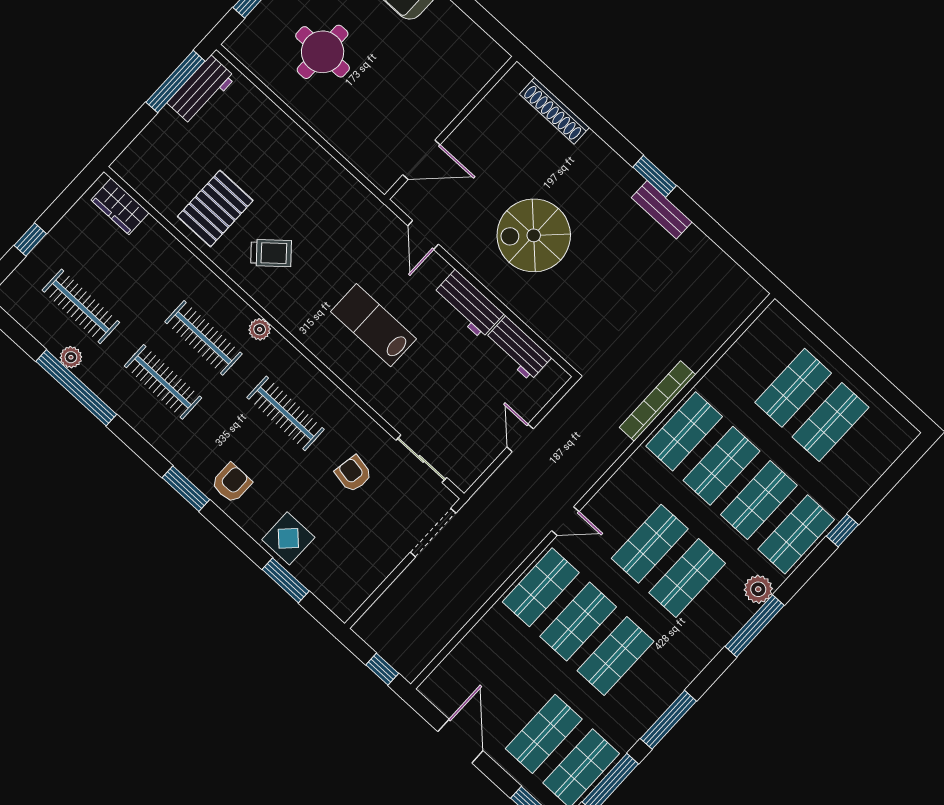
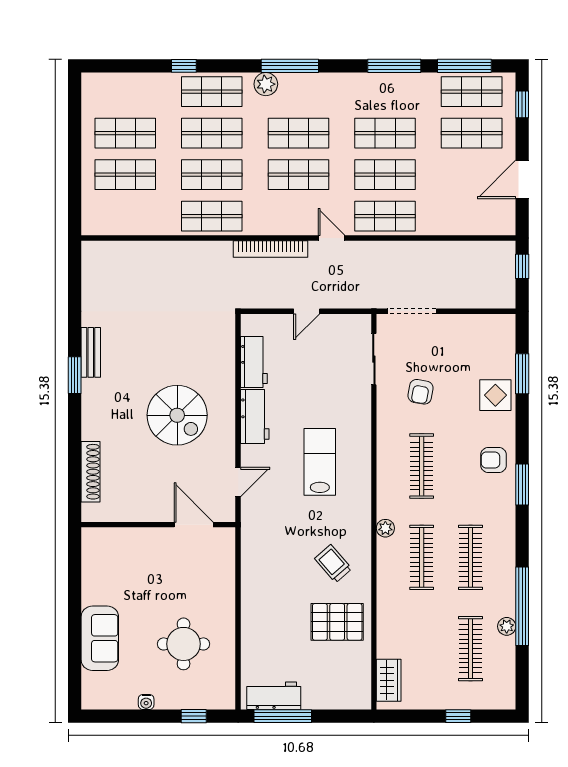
lab bench: (374, 325) -> (320, 462), turned 180
bookcase: (658, 401) -> (271, 249), moved

